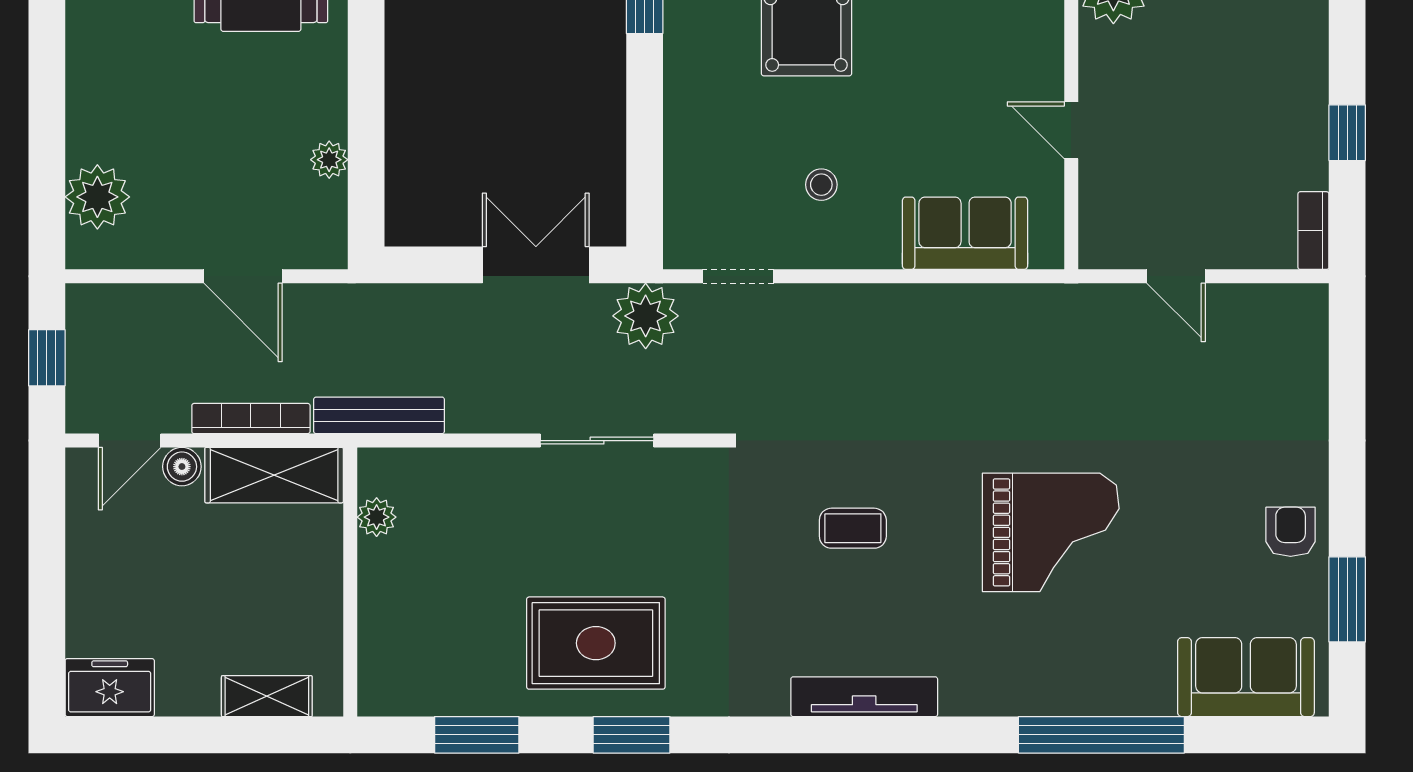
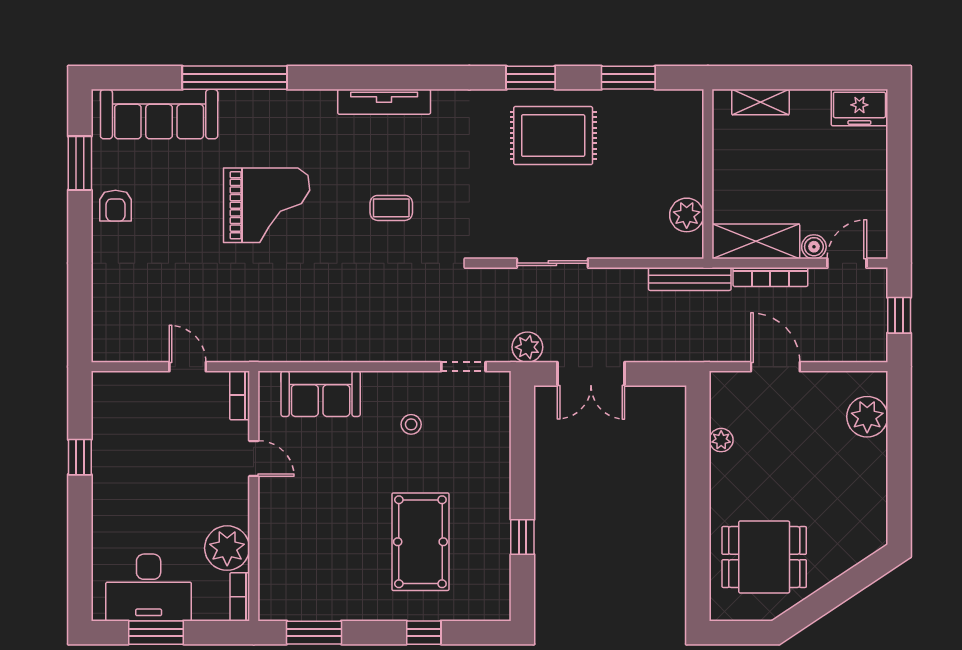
bookcase: (1313, 231) -> (240, 395), moved, turned 180
plant: (646, 316) -> (527, 347), width x0.73, depth x0.73
plant: (377, 517) -> (687, 215), width x1.38, depth x1.38
grand piano: (1051, 532) -> (267, 205), turned 180
sofa: (1246, 677) -> (159, 114), width x1.36

